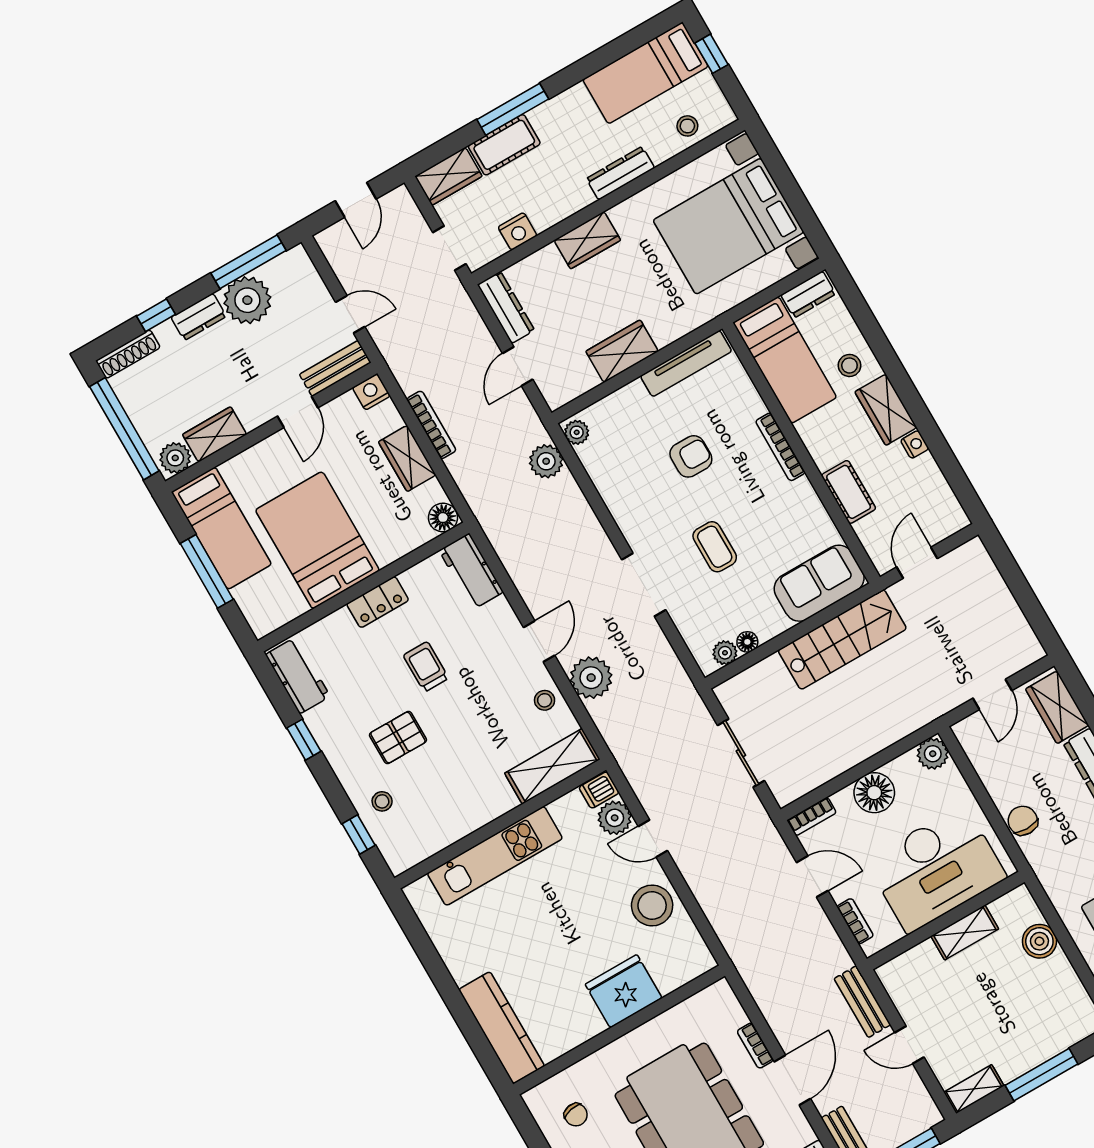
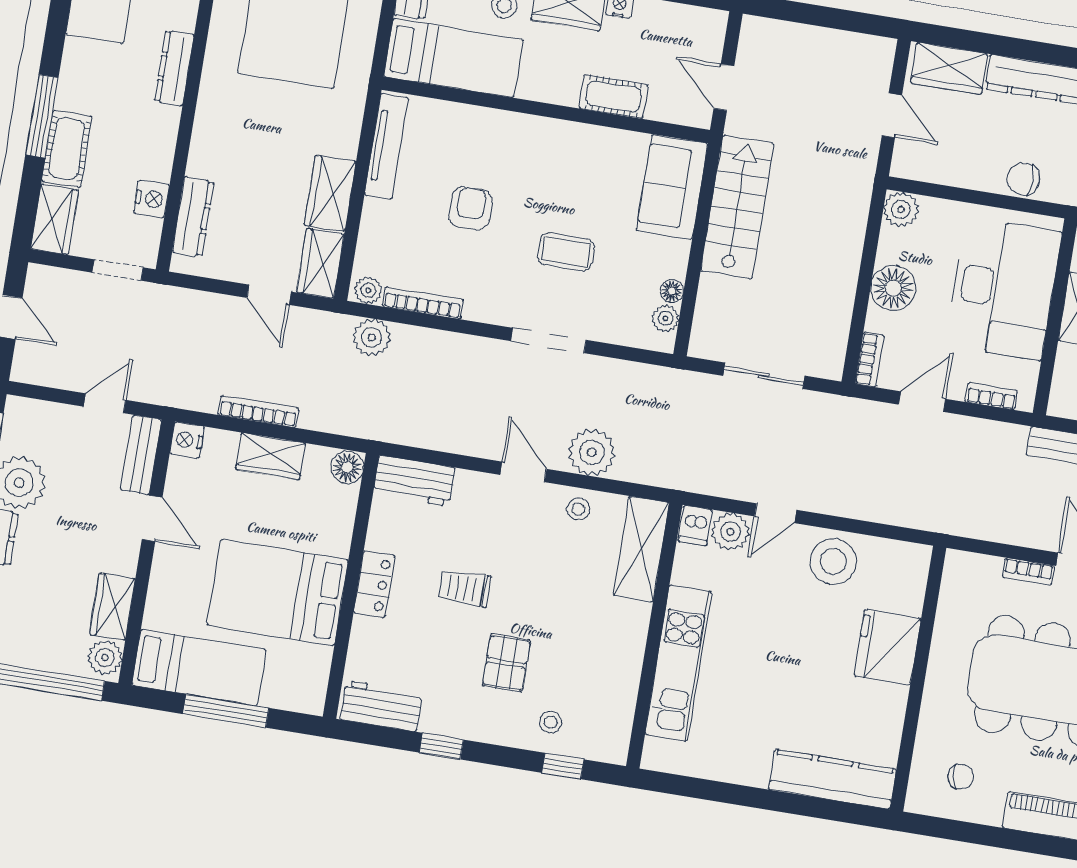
wardrobe: (587, 240) -> (320, 263), moved, turned 180
dresser: (506, 307) -> (193, 217), moved, turned 90
bookcase: (780, 447) -> (423, 303), moved, turned 180

